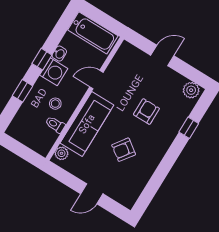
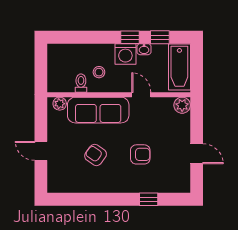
door: (162, 56) -> (197, 154), moved
plant: (191, 90) -> (182, 105), moved
window: (22, 91) -> (160, 37), moved

